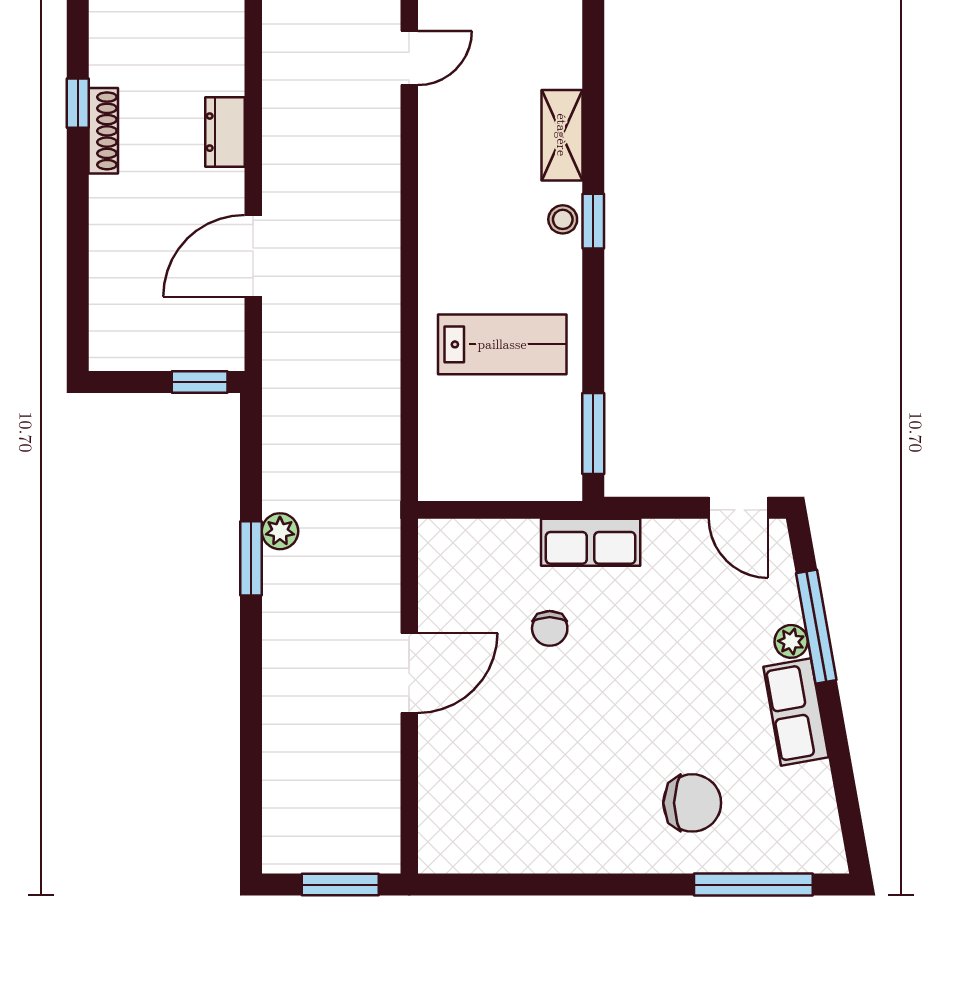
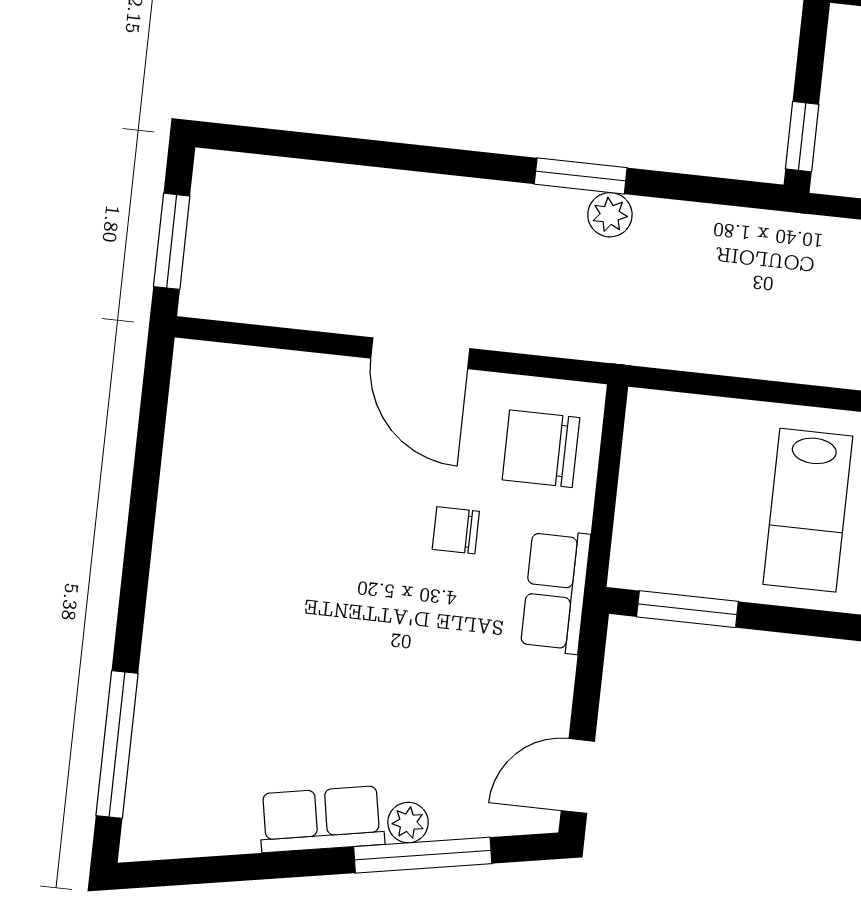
chair: (692, 803) -> (541, 449), moved, turned 90

